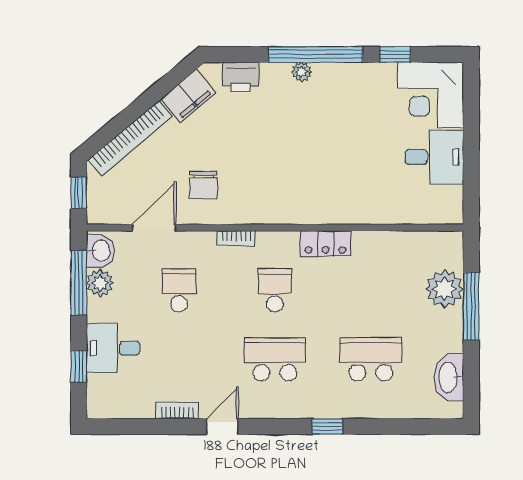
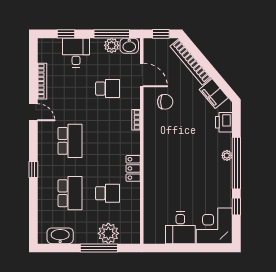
chair: (203, 185) -> (165, 102), turned 180
school desk: (275, 290) -> (108, 193), moved
bookcase: (177, 410) -> (42, 81), width x1.56

